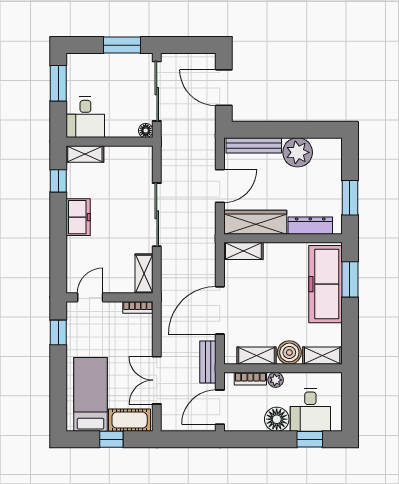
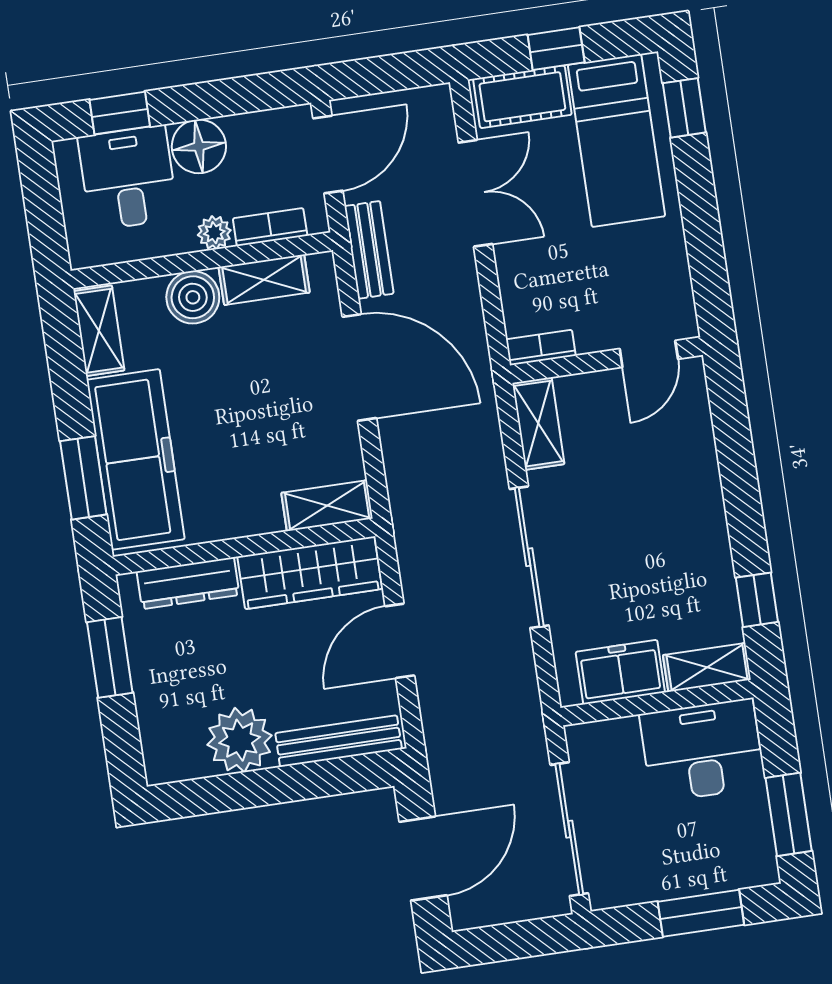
window: (122, 45) -> (701, 913), moved
door: (224, 88) -> (423, 859), hinge flipped
desk: (85, 117) -> (702, 751), width x1.37
floor lamp: (146, 131) -> (581, 739), removed
freezer: (78, 217) -> (620, 672), moved, turned 90
door: (220, 310) -> (359, 367), hinge flipped
window: (58, 332) -> (684, 108), moved
shelving: (322, 356) -> (99, 331), moved, turned 90

